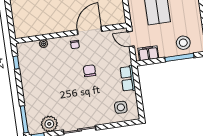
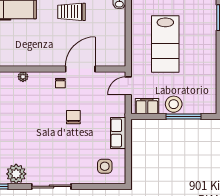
door: (131, 39) -> (128, 86), hinge flipped
stool: (183, 43) -> (174, 104), moved

